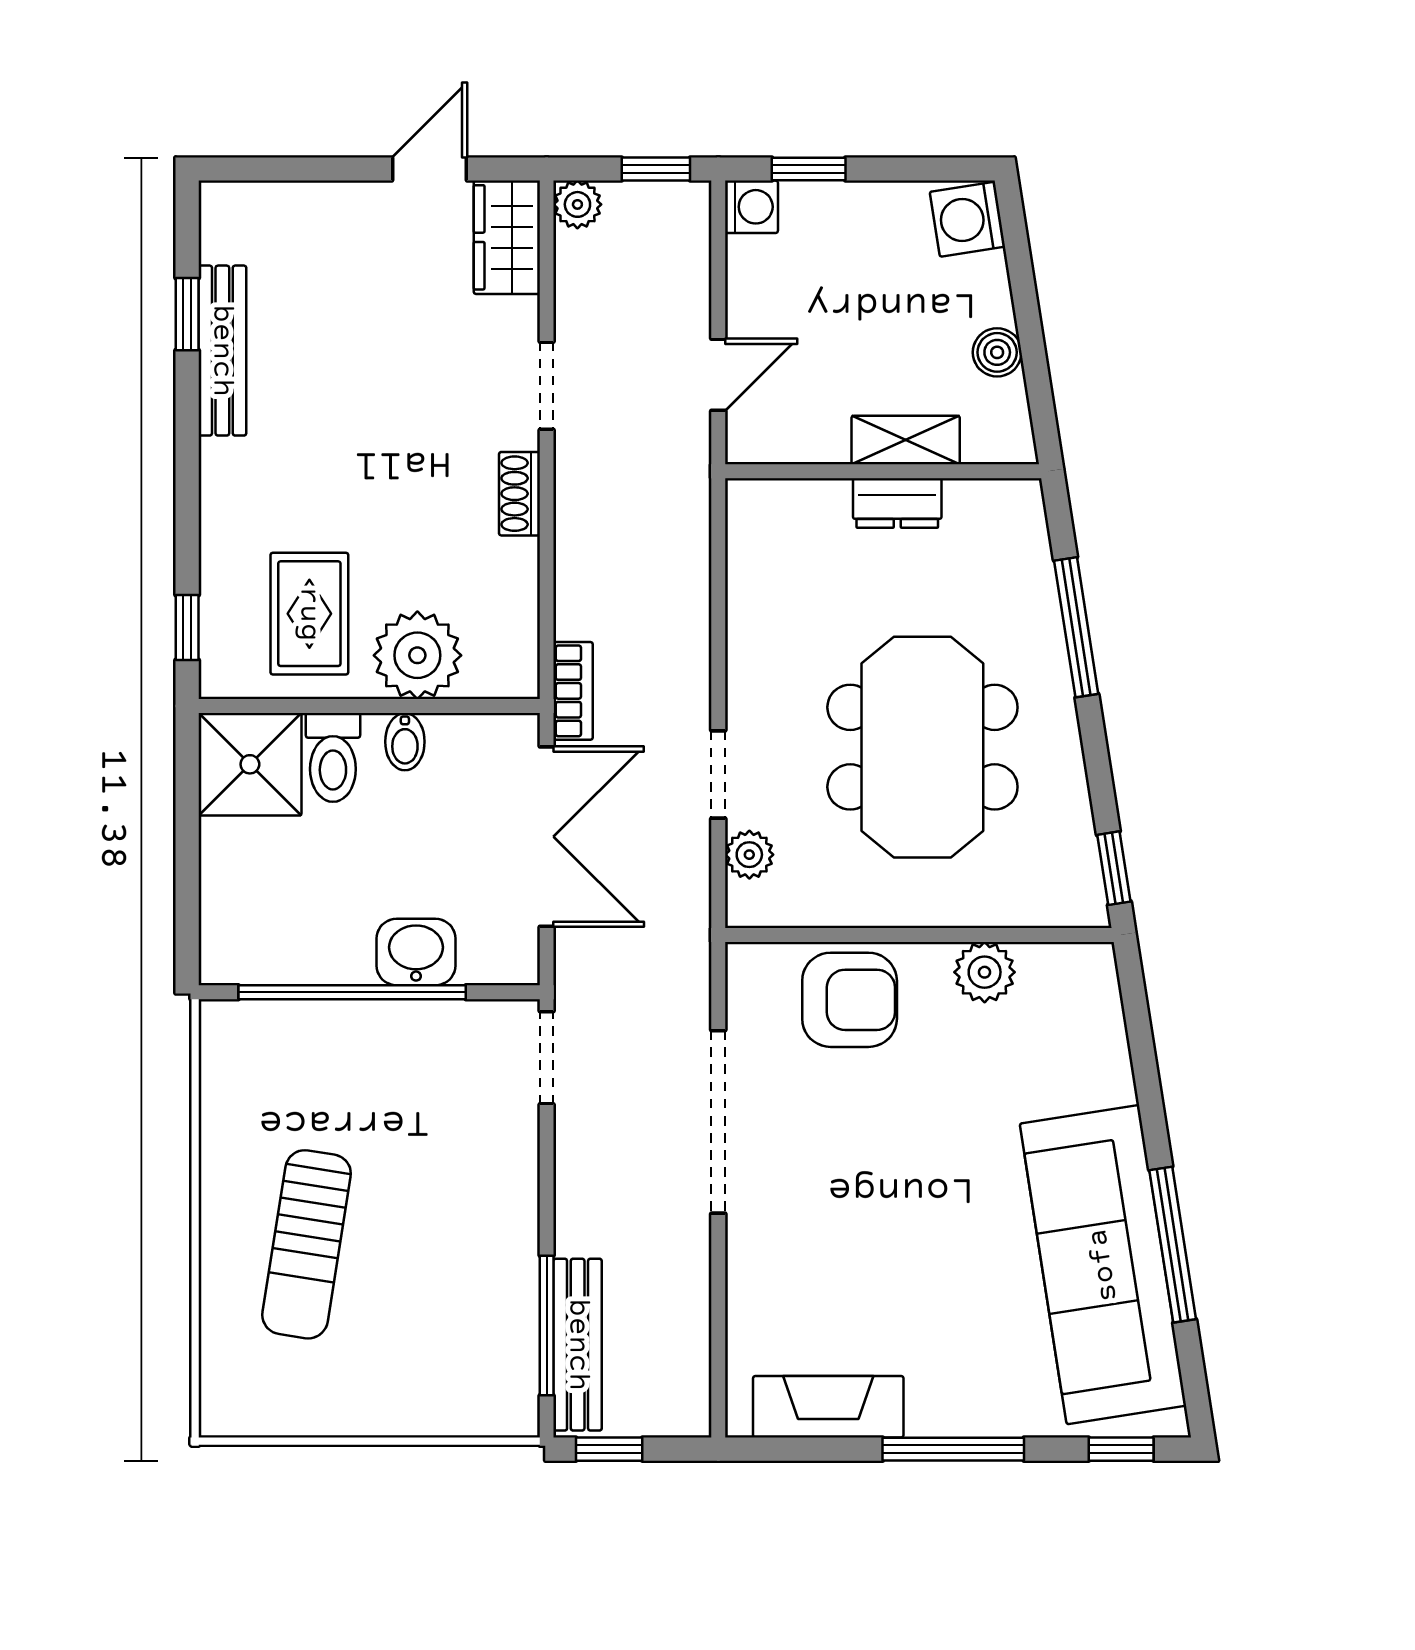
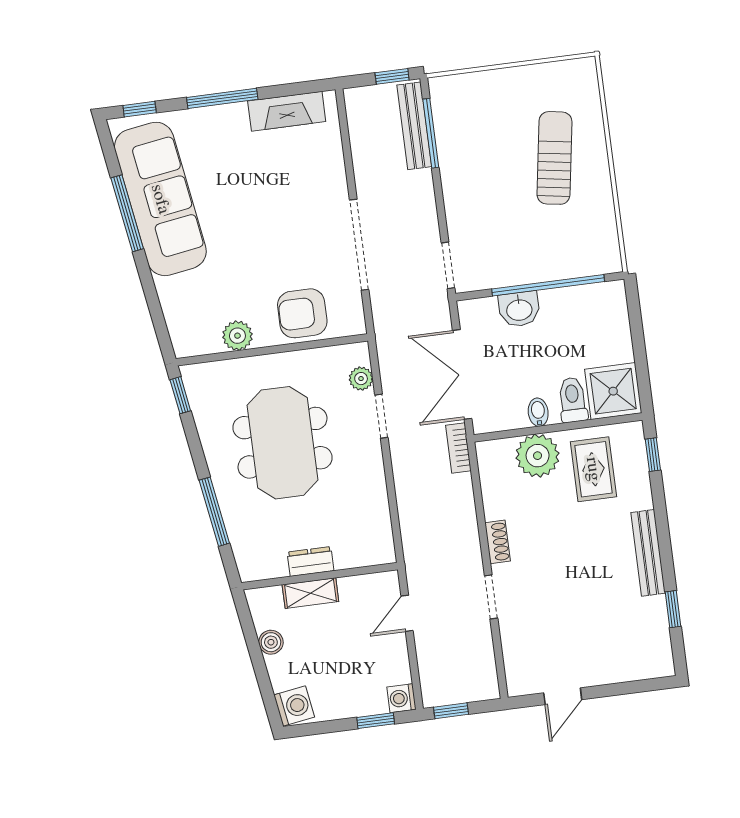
plant: (577, 204) -> (487, 688), removed
wardrobe: (507, 237) -> (520, 668), removed
bench: (222, 351) -> (648, 553), moved

